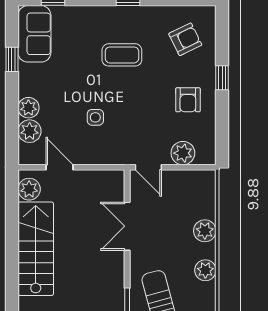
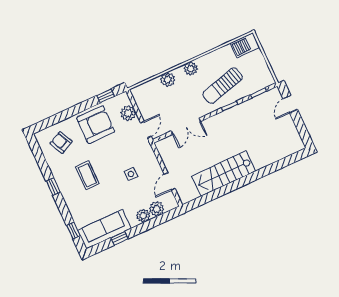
sofa: (34, 34) -> (104, 229), width x1.36
window: (222, 78) -> (106, 96), moved
armchair: (188, 100) -> (96, 125), width x1.88, depth x1.88
plant: (29, 189) -> (191, 193), removed

